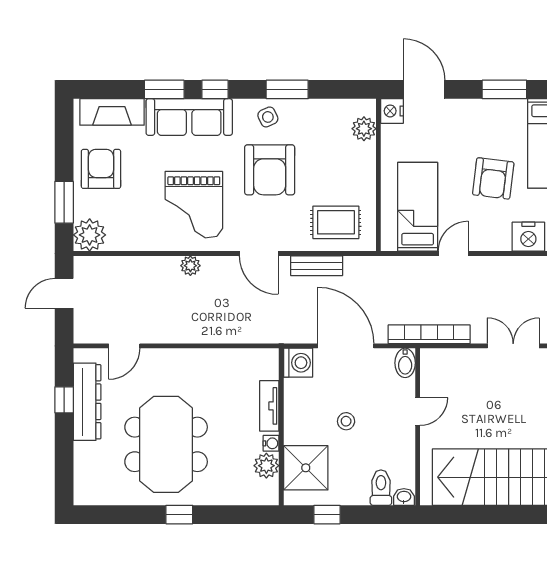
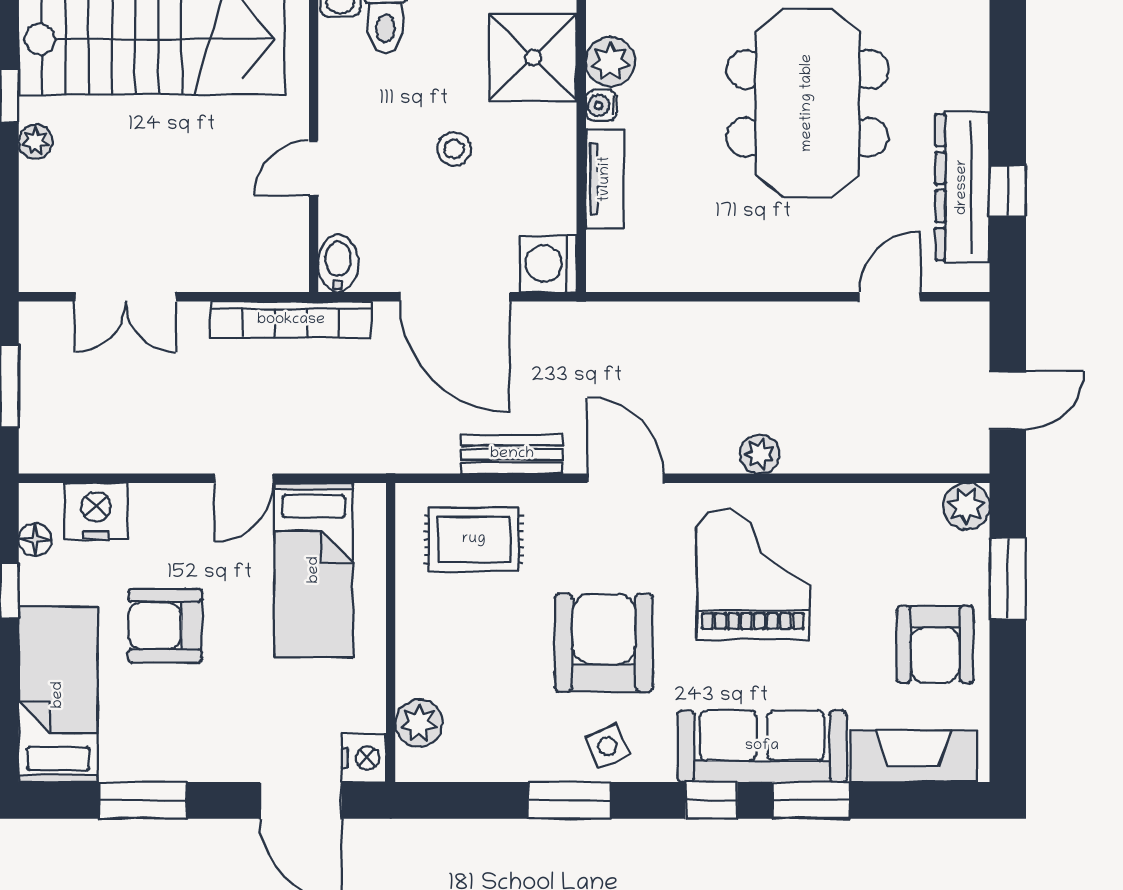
armchair: (493, 178) -> (165, 626), turned -97
plant: (90, 235) -> (966, 506), width x0.73, depth x0.73

